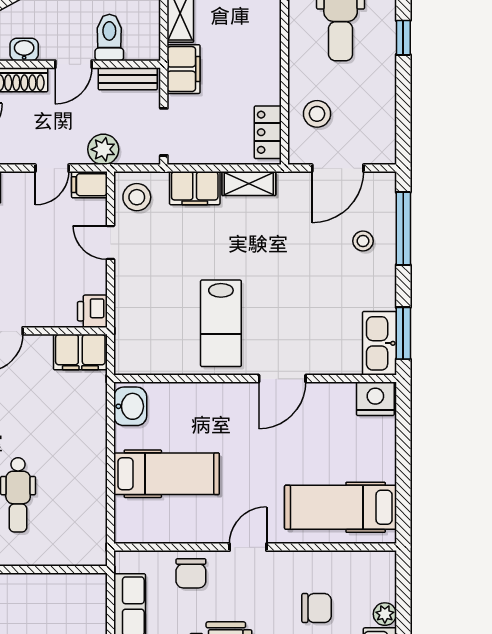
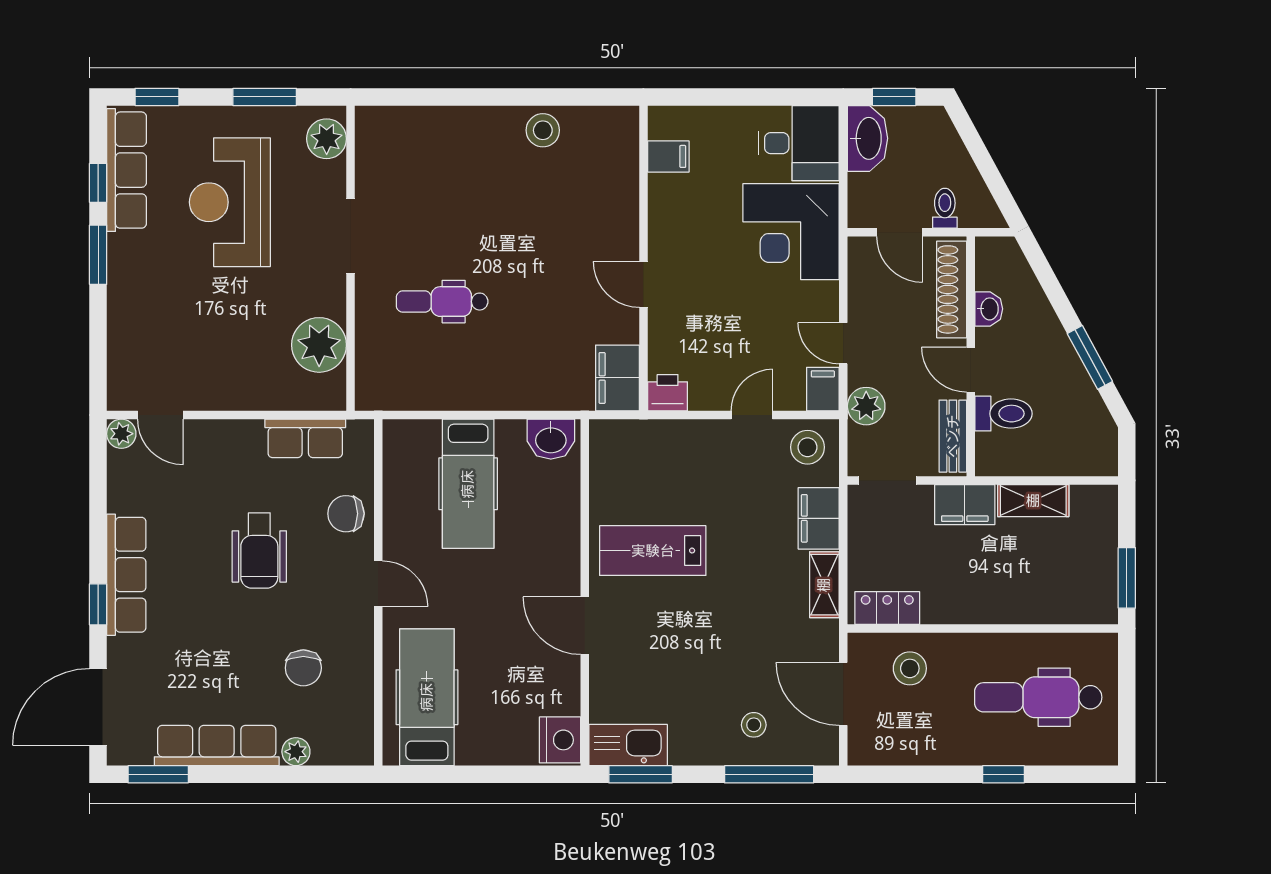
plant: (53, 595) -> (319, 345), added

